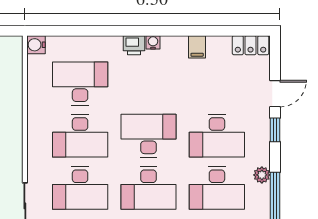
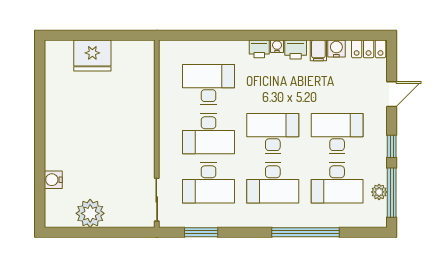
water cooler: (36, 45) -> (336, 48), moved, turned 90
printer: (173, 46) -> (296, 49), added
window: (275, 130) -> (392, 146), moved
desk: (217, 136) -> (337, 134), turned 180
plant: (262, 175) -> (379, 192), moved

